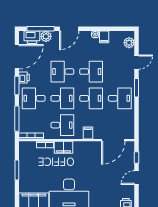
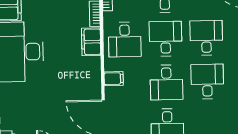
desk: (91, 72) -> (207, 82), turned 180
desk: (62, 98) -> (166, 39), turned 180

